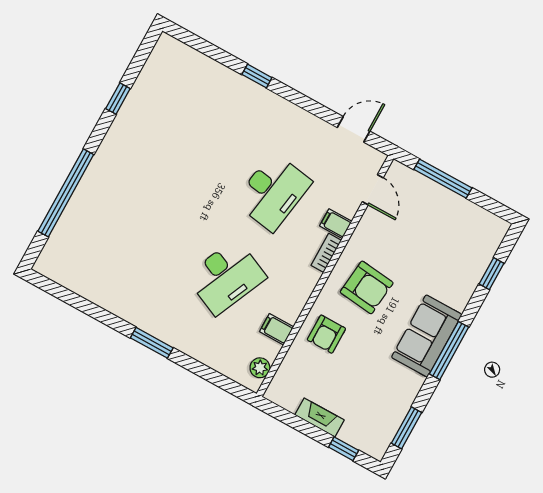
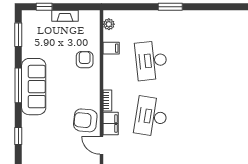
filing cabinet: (336, 224) -> (111, 124), width x2.00
desk: (226, 277) -> (151, 61), turned -30
armchair: (367, 287) -> (85, 120), moved
sofa: (427, 336) -> (34, 87), width x1.36

